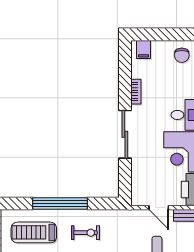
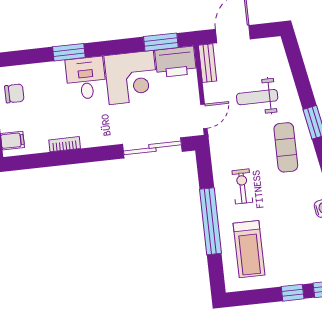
sliding door: (125, 134) -> (152, 148), moved
door: (159, 208) -> (204, 116), moved

